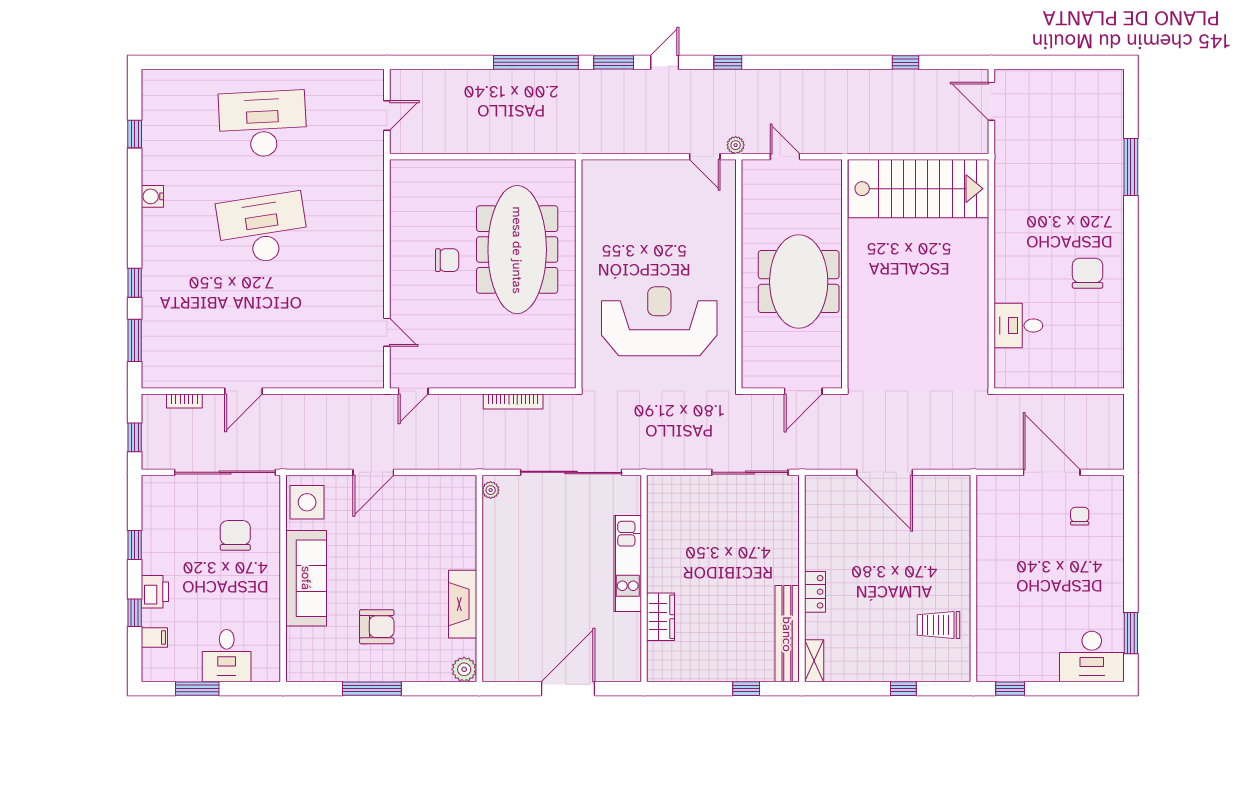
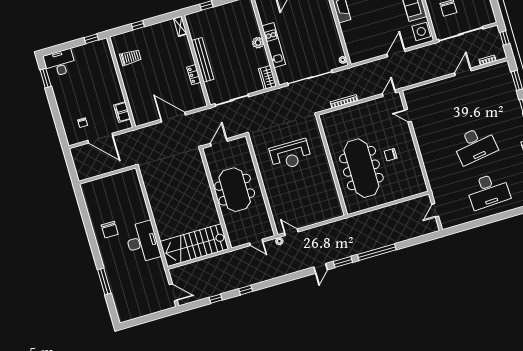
window: (728, 62) -> (246, 290), moved
reception desk: (659, 321) -> (290, 155), width x0.74, depth x0.77
desk: (1018, 325) -> (143, 242), moved, width x1.87, depth x1.30
filing cabinet: (989, 514) -> (122, 112), added
plant: (659, 578) -> (258, 43), added
locker: (815, 592) -> (194, 75), moved
wardrobe: (661, 617) -> (267, 77), moved
bench: (787, 634) -> (203, 60), moved

